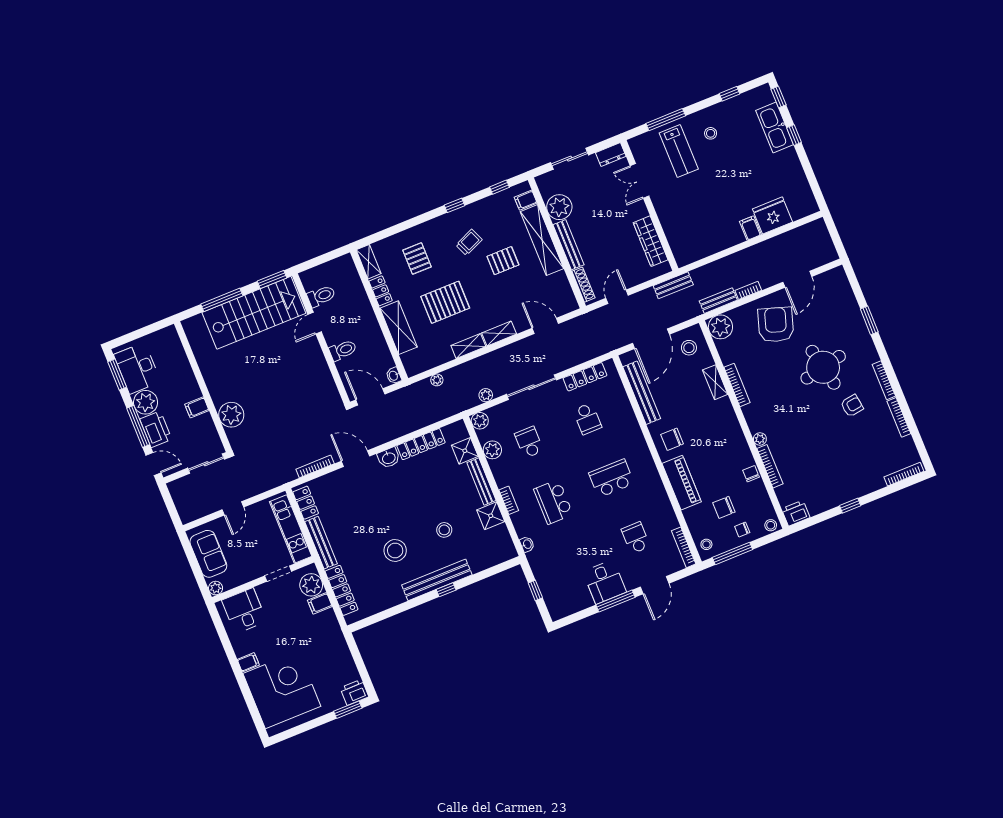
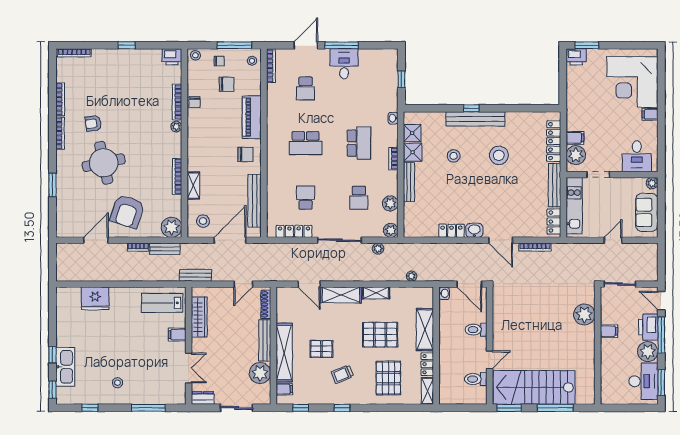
lab bench: (679, 151) -> (162, 303), moved, turned -90
filing cabinet: (750, 228) -> (177, 335), moved, turned 90
pallet: (417, 258) -> (388, 378), width x1.50, depth x1.42
shelving: (499, 333) -> (341, 295), width x1.50, depth x1.33
locker: (421, 444) -> (451, 231), width x0.66
shower: (465, 451) -> (412, 133), moved

